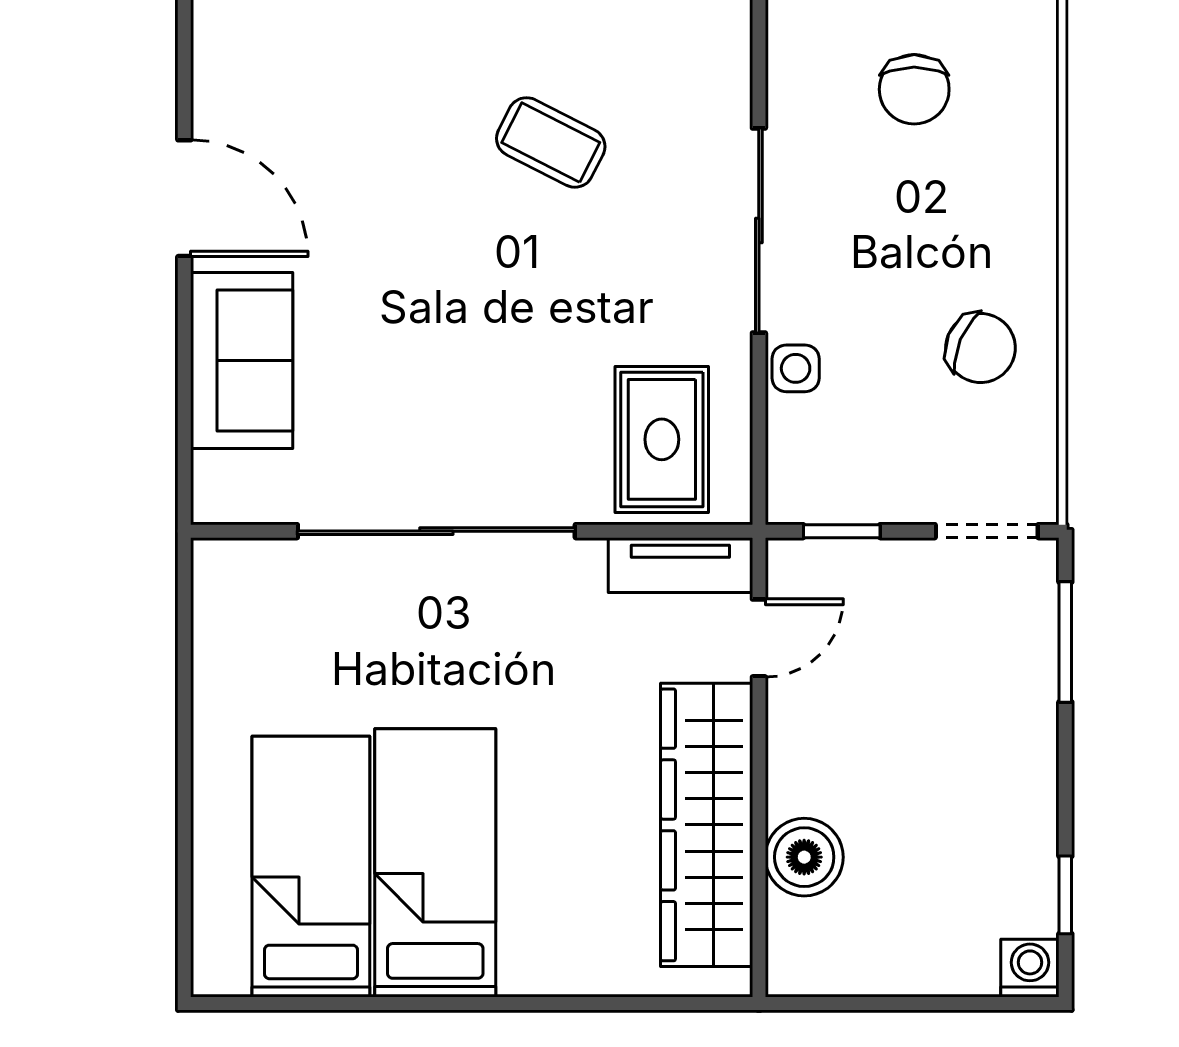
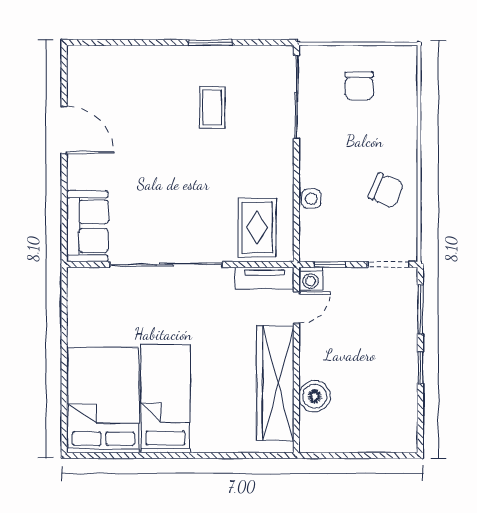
coffee table: (551, 142) -> (212, 107), turned 63
sliding door: (759, 231) -> (296, 97), moved
sofa: (242, 361) -> (87, 226), moved
bed: (311, 867) -> (103, 400), width x1.50
window: (1065, 895) -> (420, 368), moved
washing machine: (1030, 968) -> (311, 279), moved, turned 180

